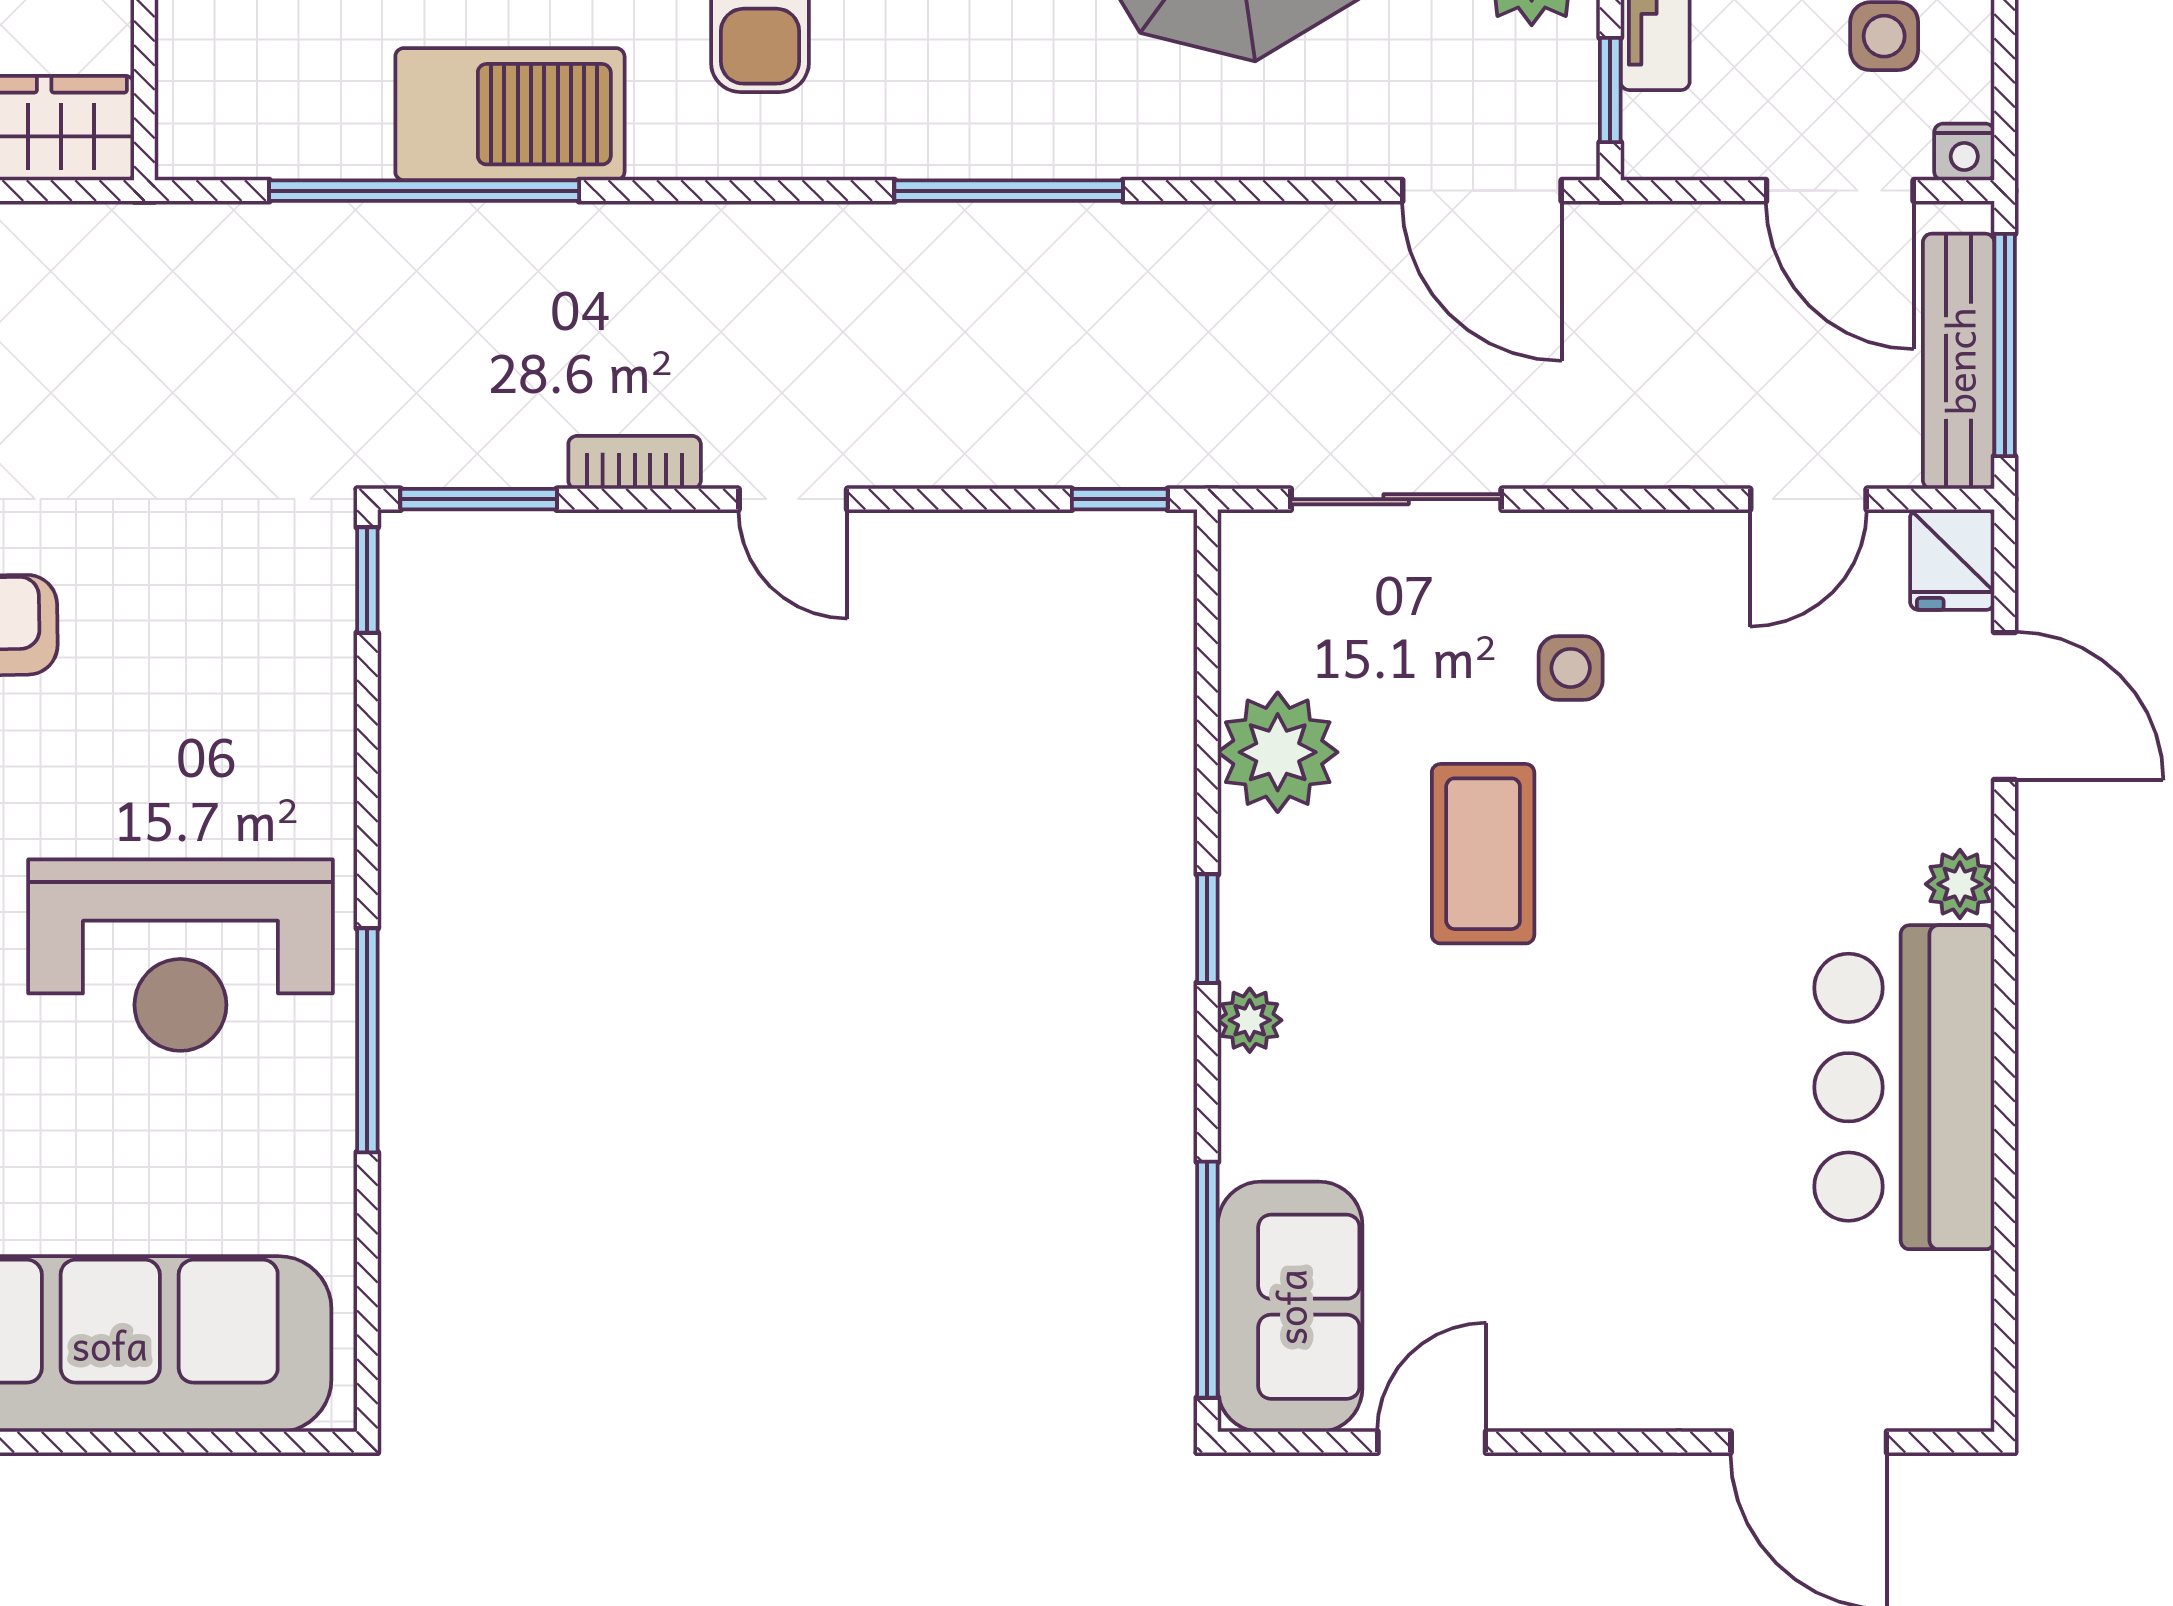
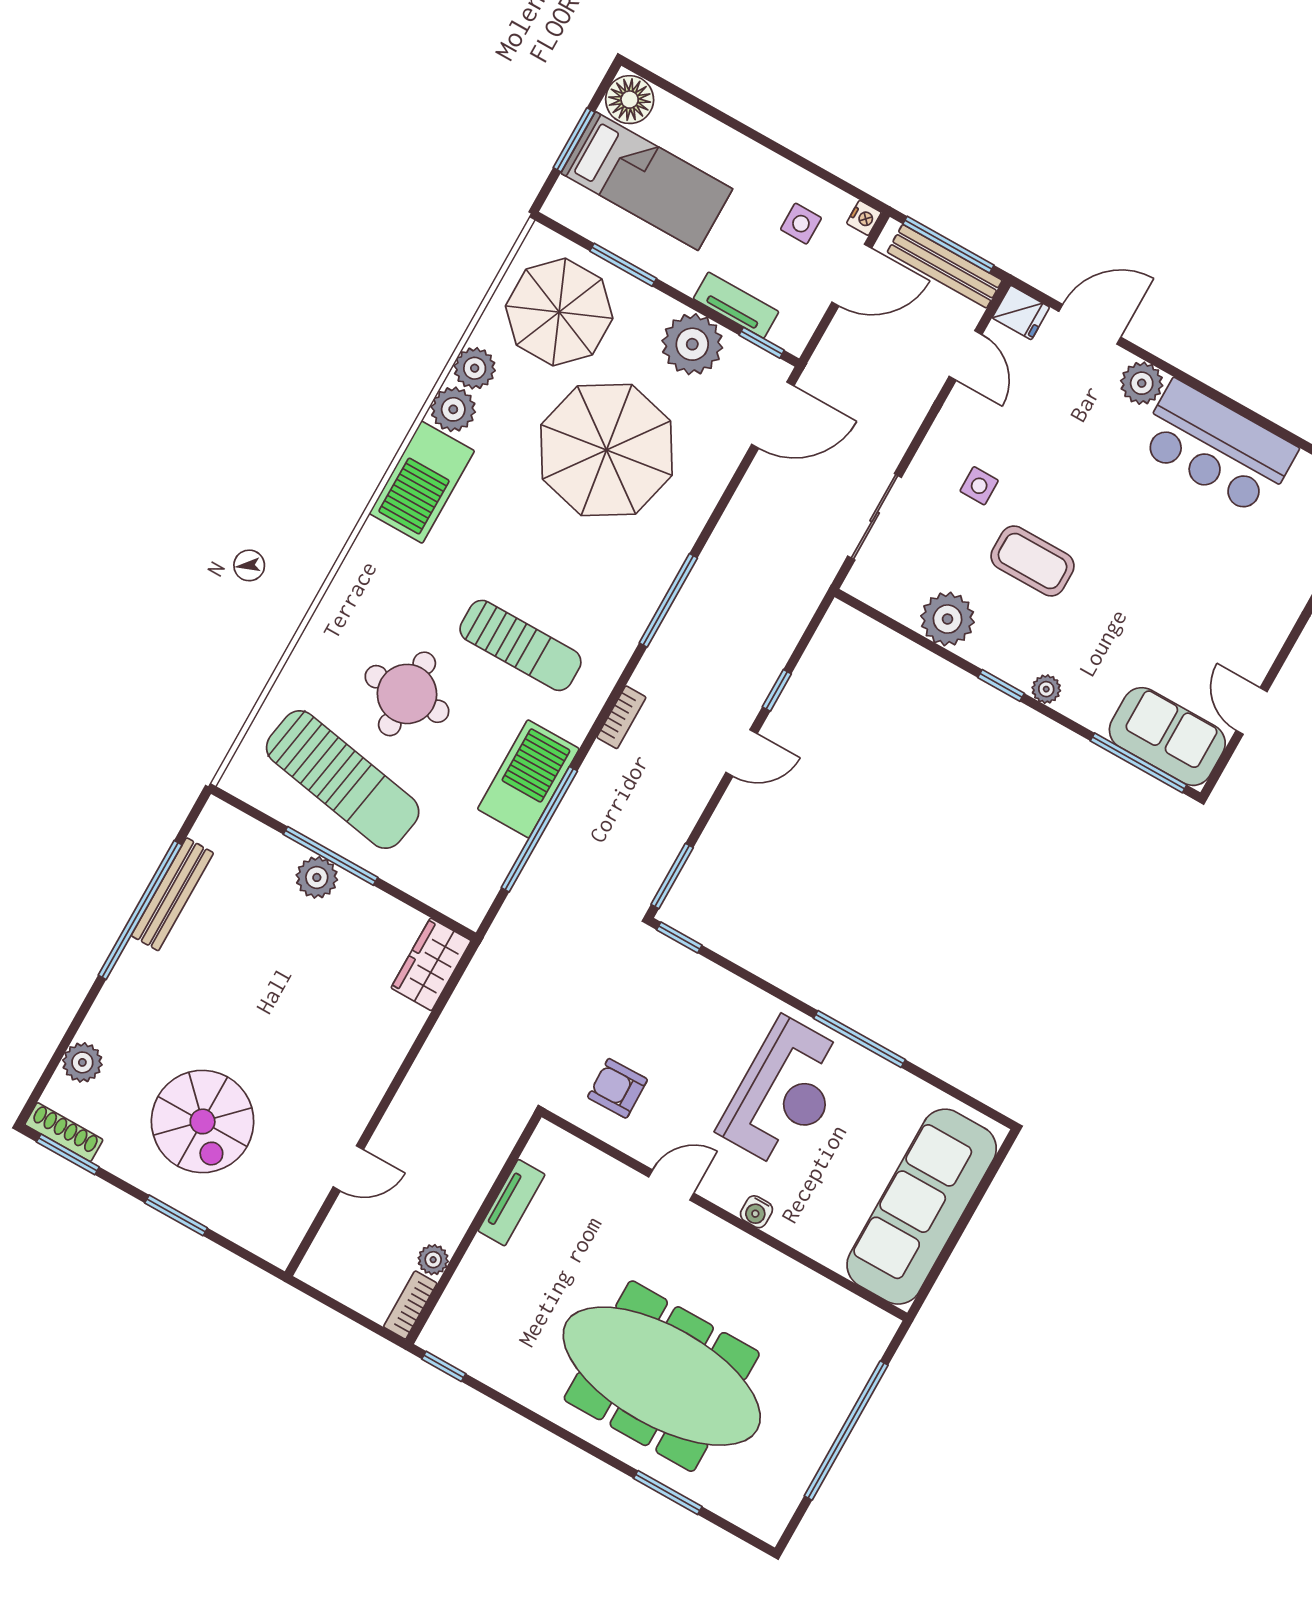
bookcase: (635, 462) -> (621, 717), moved, turned 180
window: (1120, 499) -> (777, 690), moved
plant: (1960, 884) -> (1142, 383), width x1.38, depth x1.38

